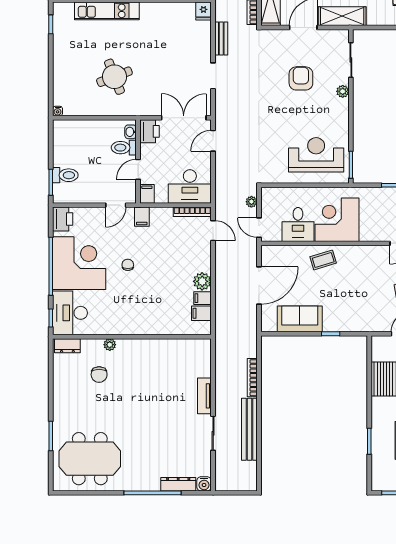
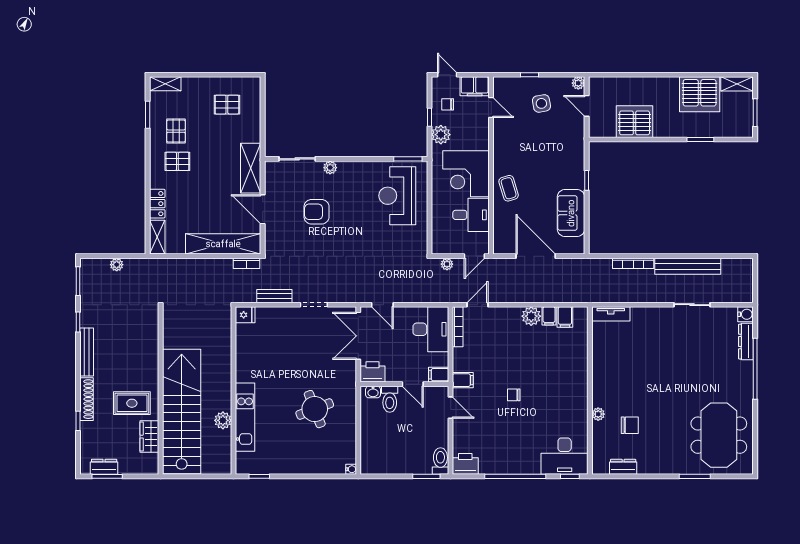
toilet: (65, 175) -> (440, 461), moved
plant: (374, 196) -> (441, 135), added
corner desk: (79, 263) -> (512, 446), removed
dresser: (67, 346) -> (623, 467), moved, turned -90
tv unit: (204, 396) -> (611, 314), moved

